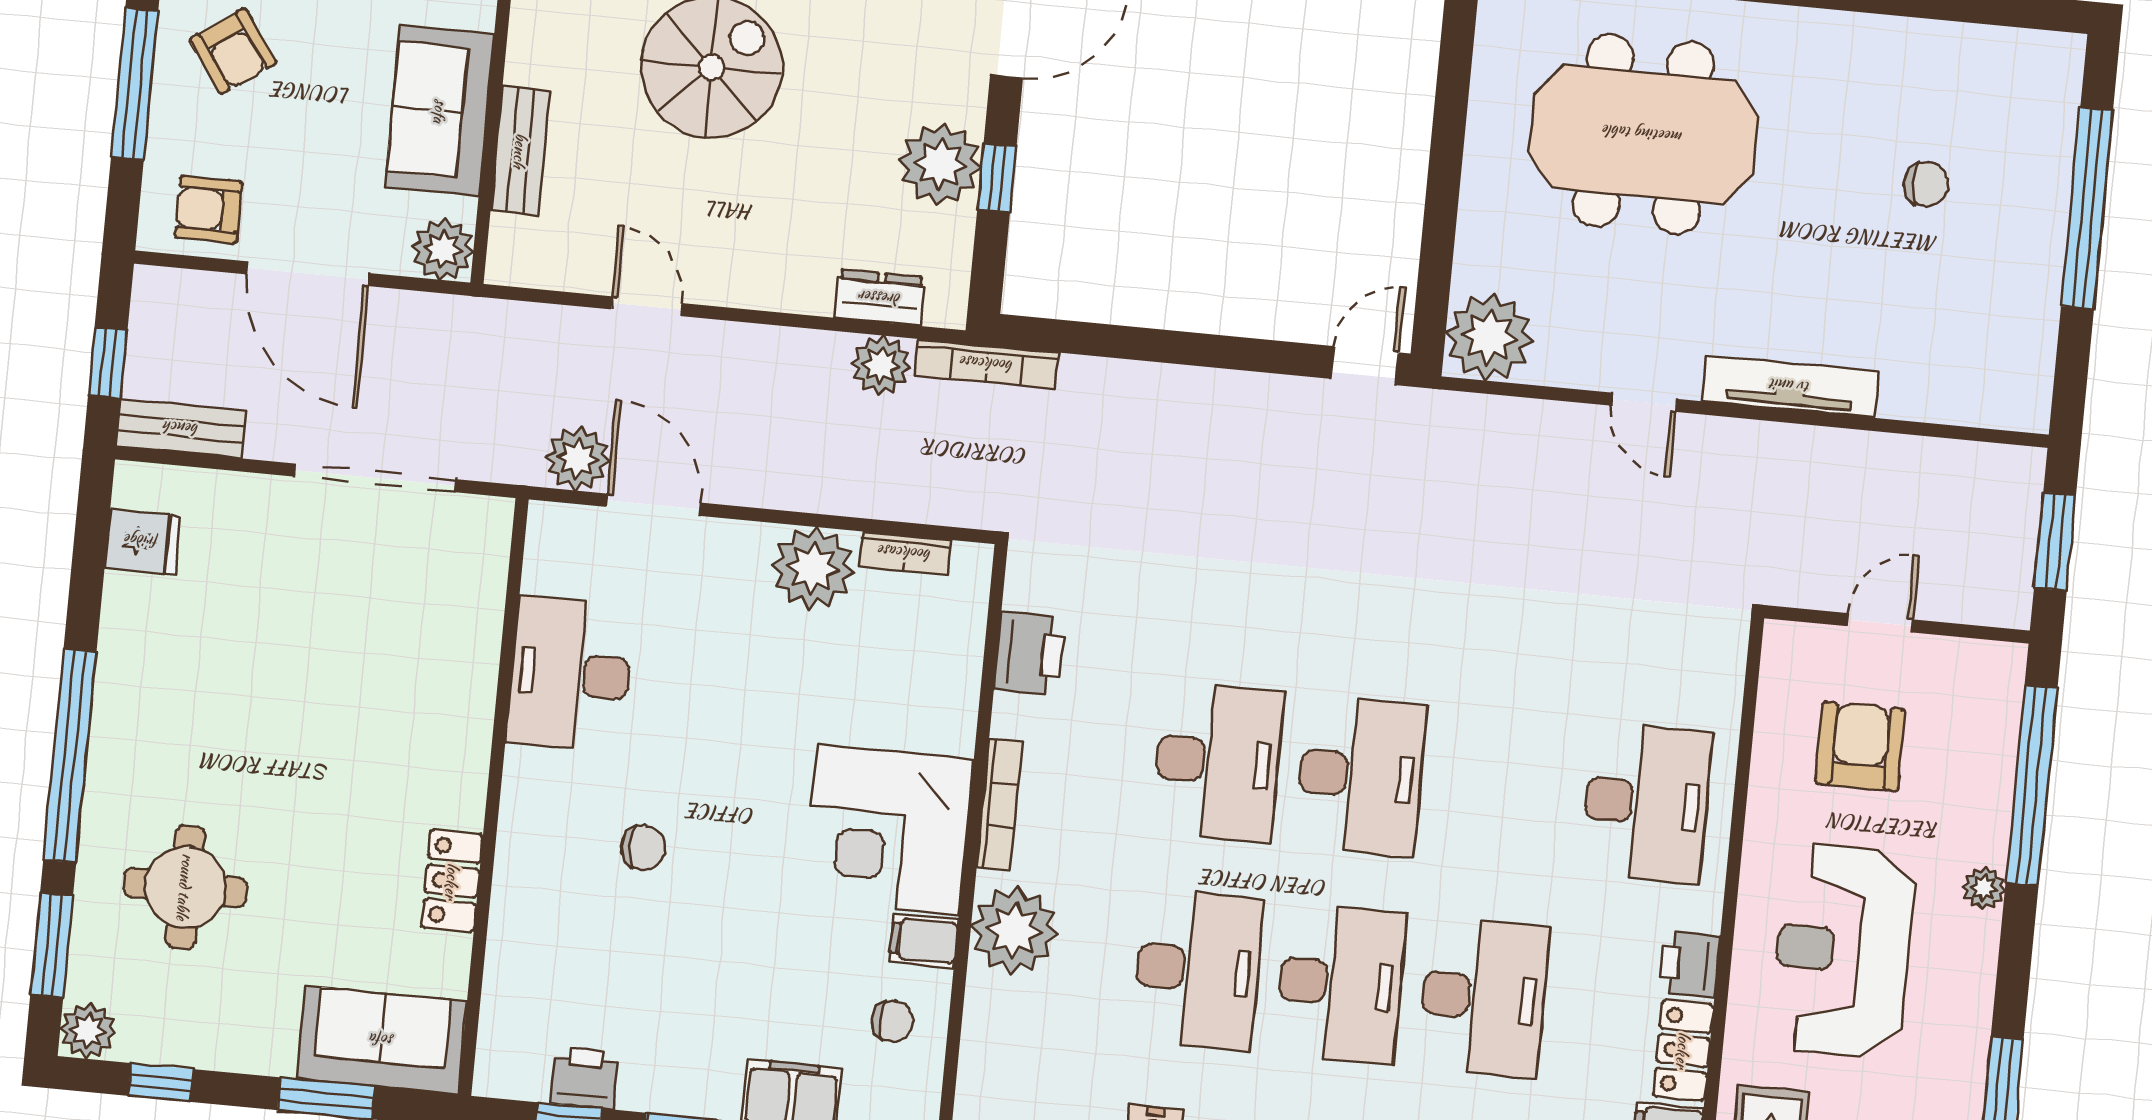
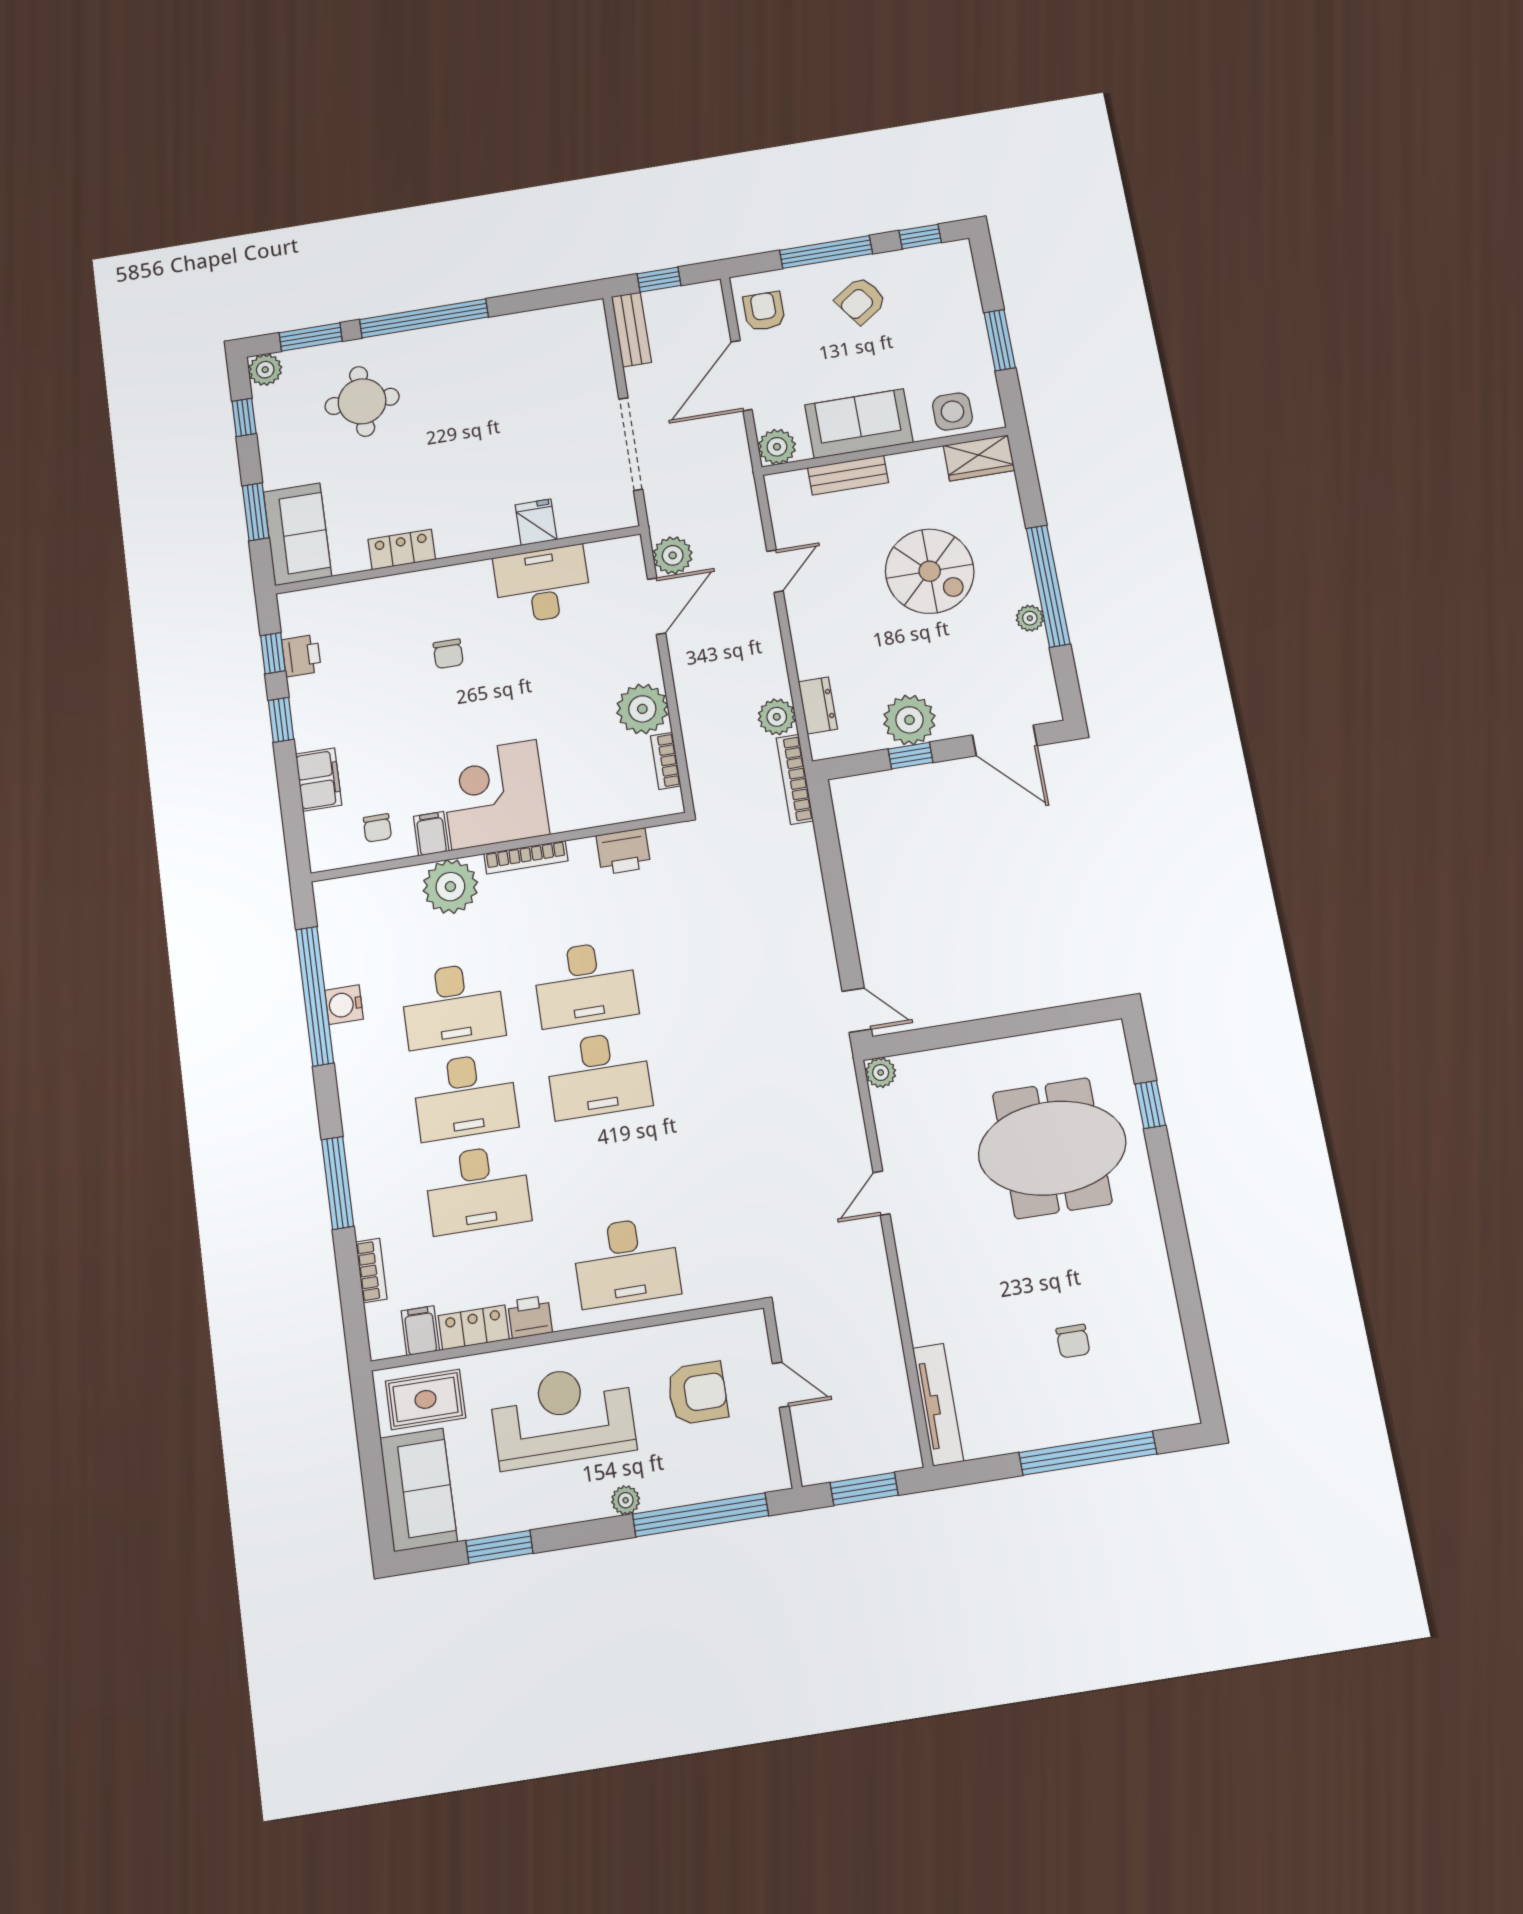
meeting table: (1643, 134) -> (1052, 1148), turned 90
plant: (1489, 337) -> (881, 1073), width x0.53, depth x0.53
tv unit: (1790, 386) -> (938, 1405), moved
fridge: (142, 541) -> (536, 522), moved, turned 180

